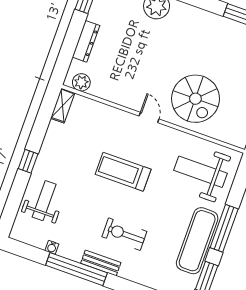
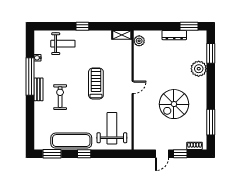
dresser: (86, 41) -> (174, 35), moved
spiral stairs: (195, 99) -> (174, 104), moved
window: (224, 228) -> (84, 154), width x0.46

